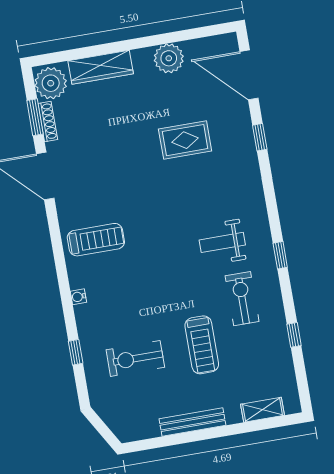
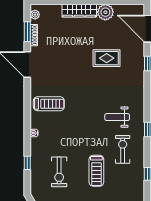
wardrobe: (101, 67) -> (79, 11), moved
plant: (51, 83) -> (35, 15), width x0.53, depth x0.53
exercise bike: (135, 358) -> (59, 172), turned -90

